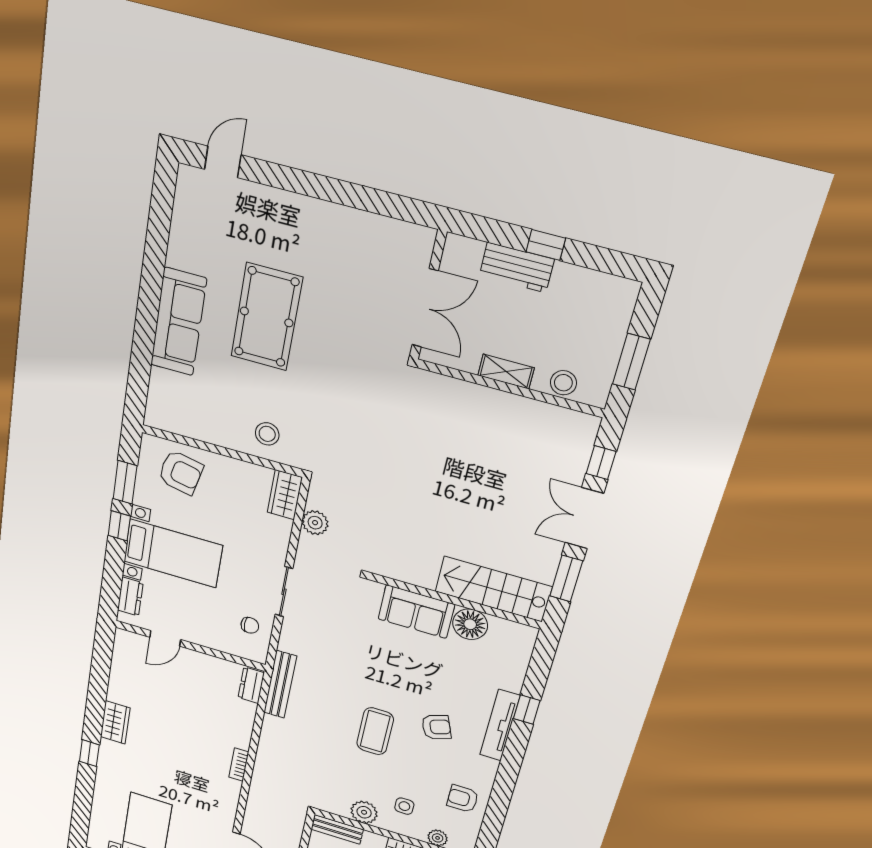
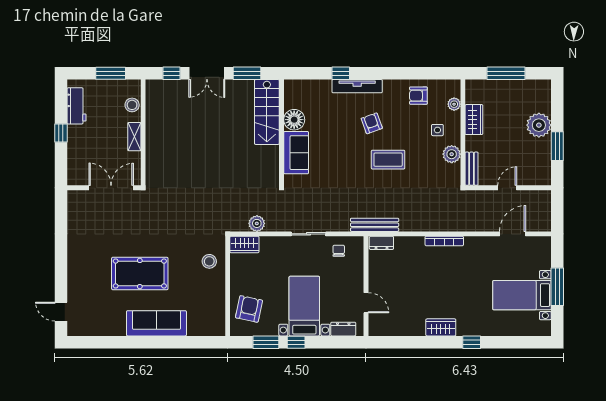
workbench: (517, 267) -> (77, 106), moved
bookcase: (239, 765) -> (444, 241), width x1.56
armchair: (463, 799) -> (418, 96), turned 90

